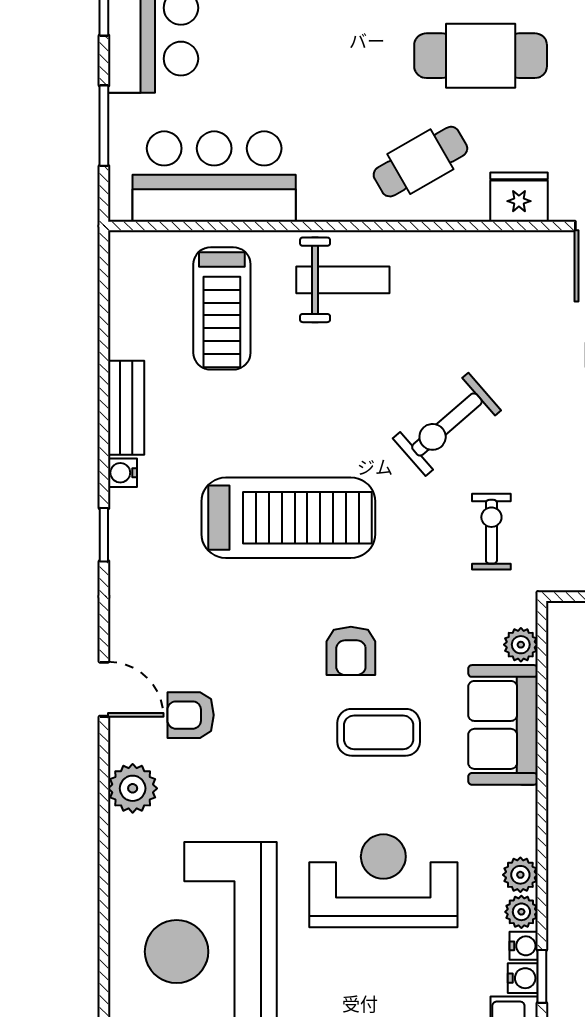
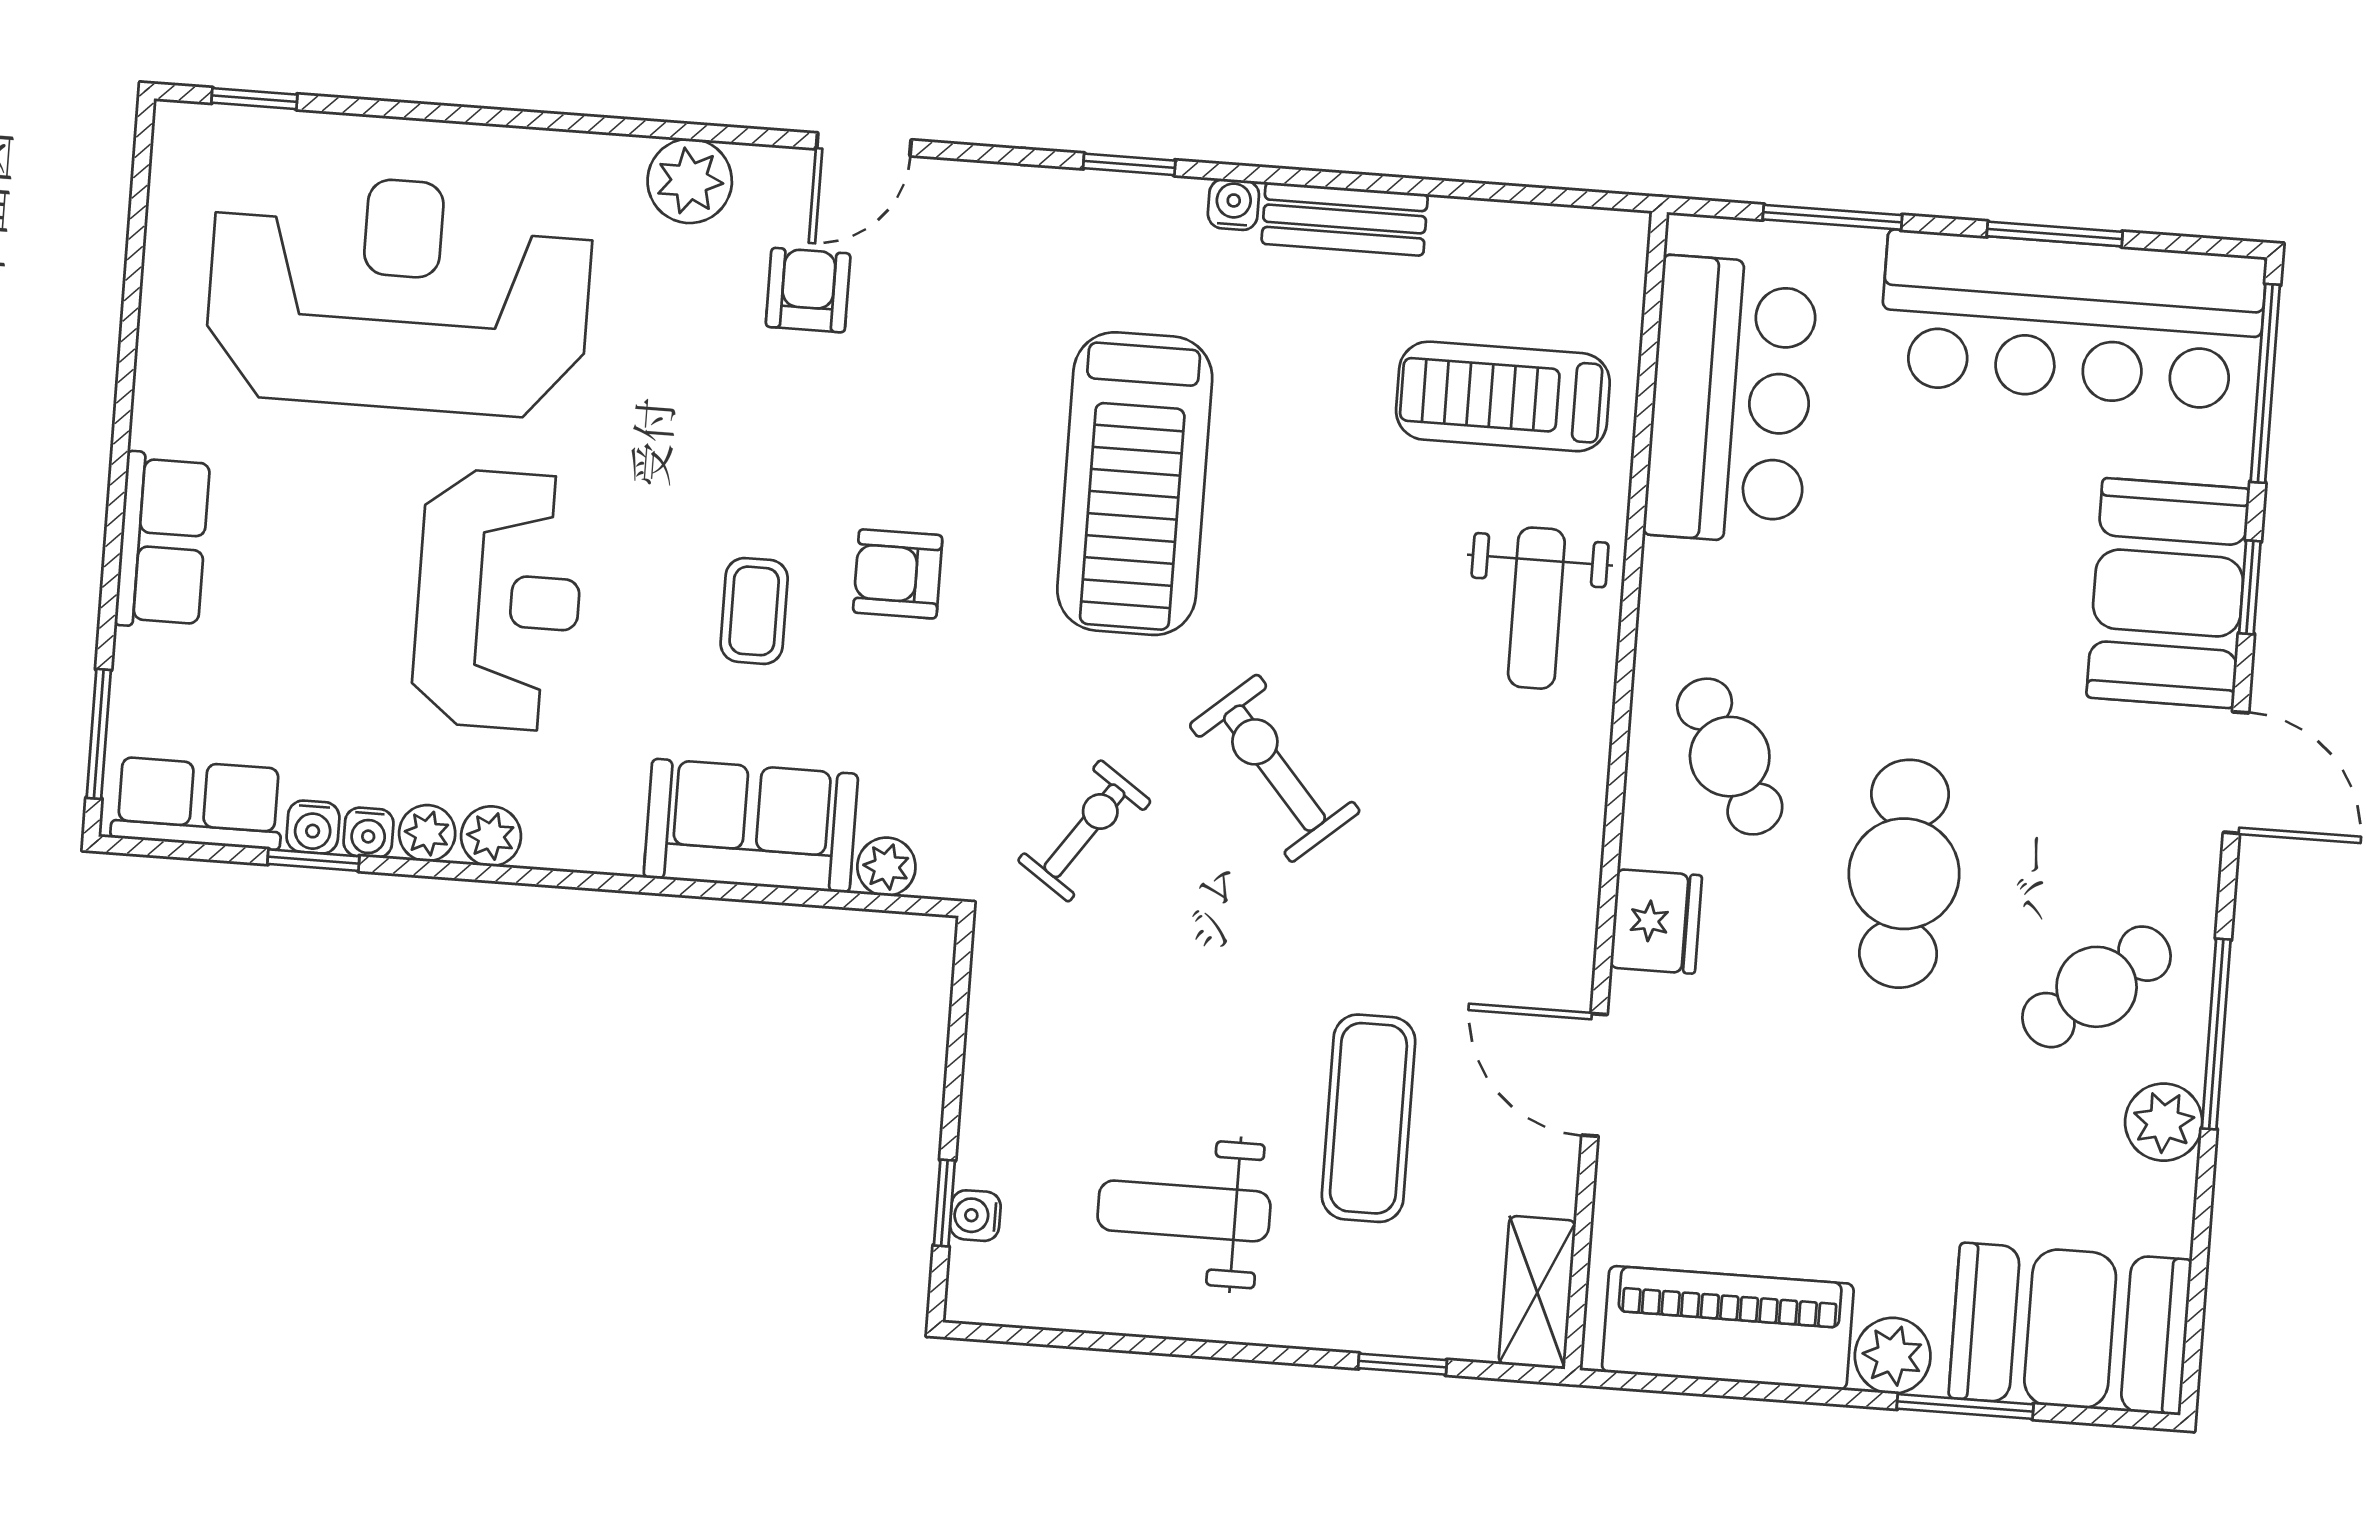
exercise bike: (491, 532) -> (1084, 831), turned -55
coffee table: (379, 732) -> (754, 611), width x0.73, depth x0.77

